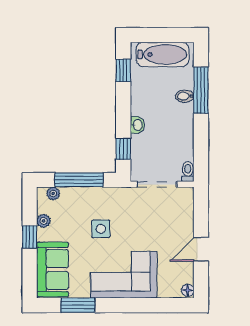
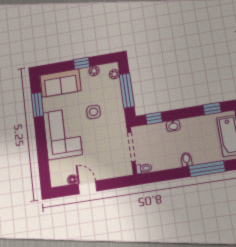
bidet: (185, 96) -> (186, 159), moved
floor lamp: (188, 290) -> (72, 180), moved

